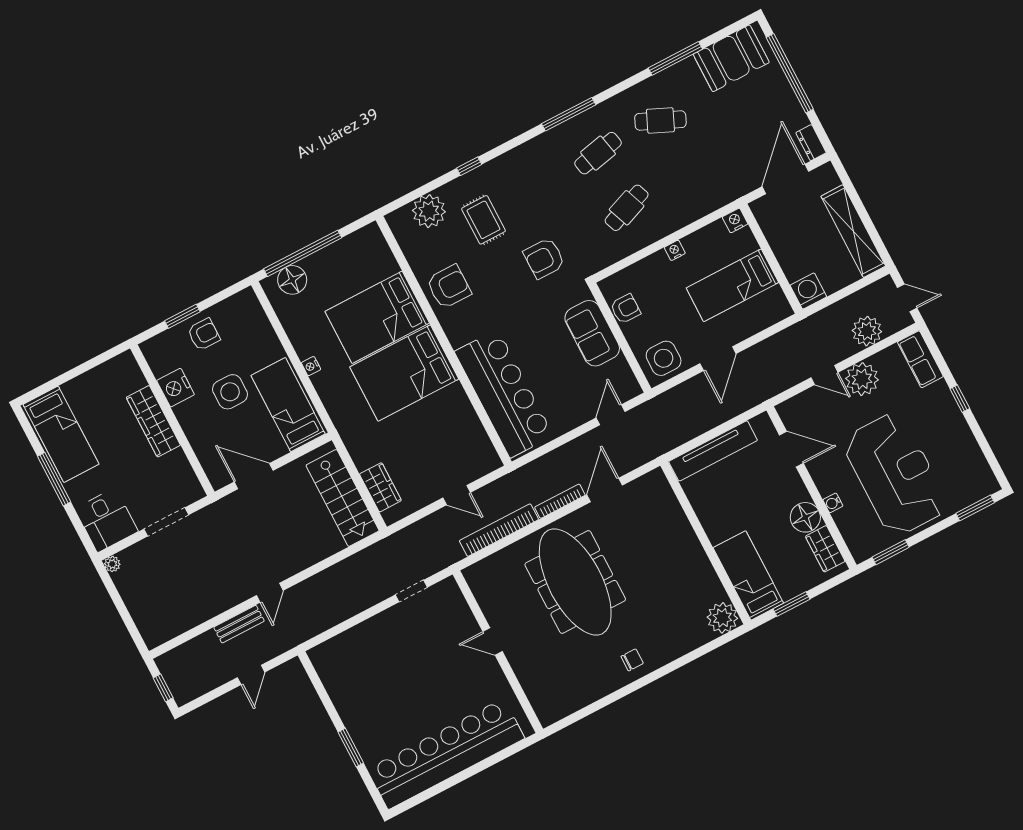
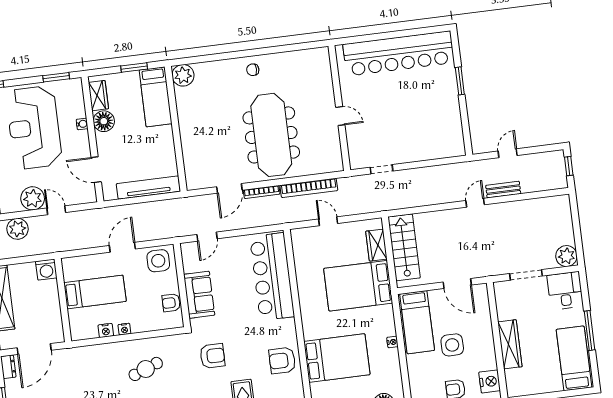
nightstand: (735, 220) -> (106, 330), moved
bed: (404, 373) -> (358, 286), moved, turned 180
nightstand: (176, 388) -> (490, 381), moved
plant: (112, 564) -> (566, 256), width x1.87, depth x1.87

